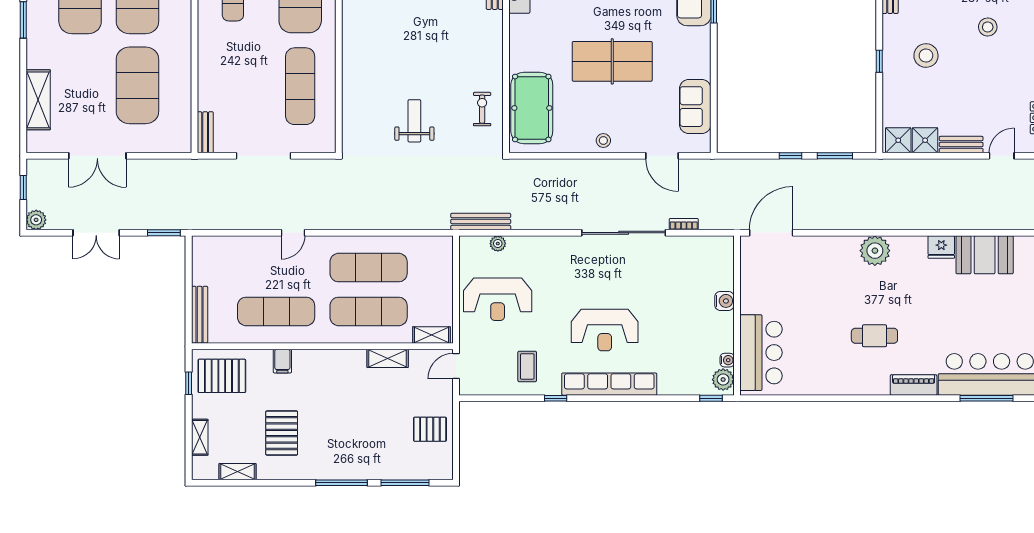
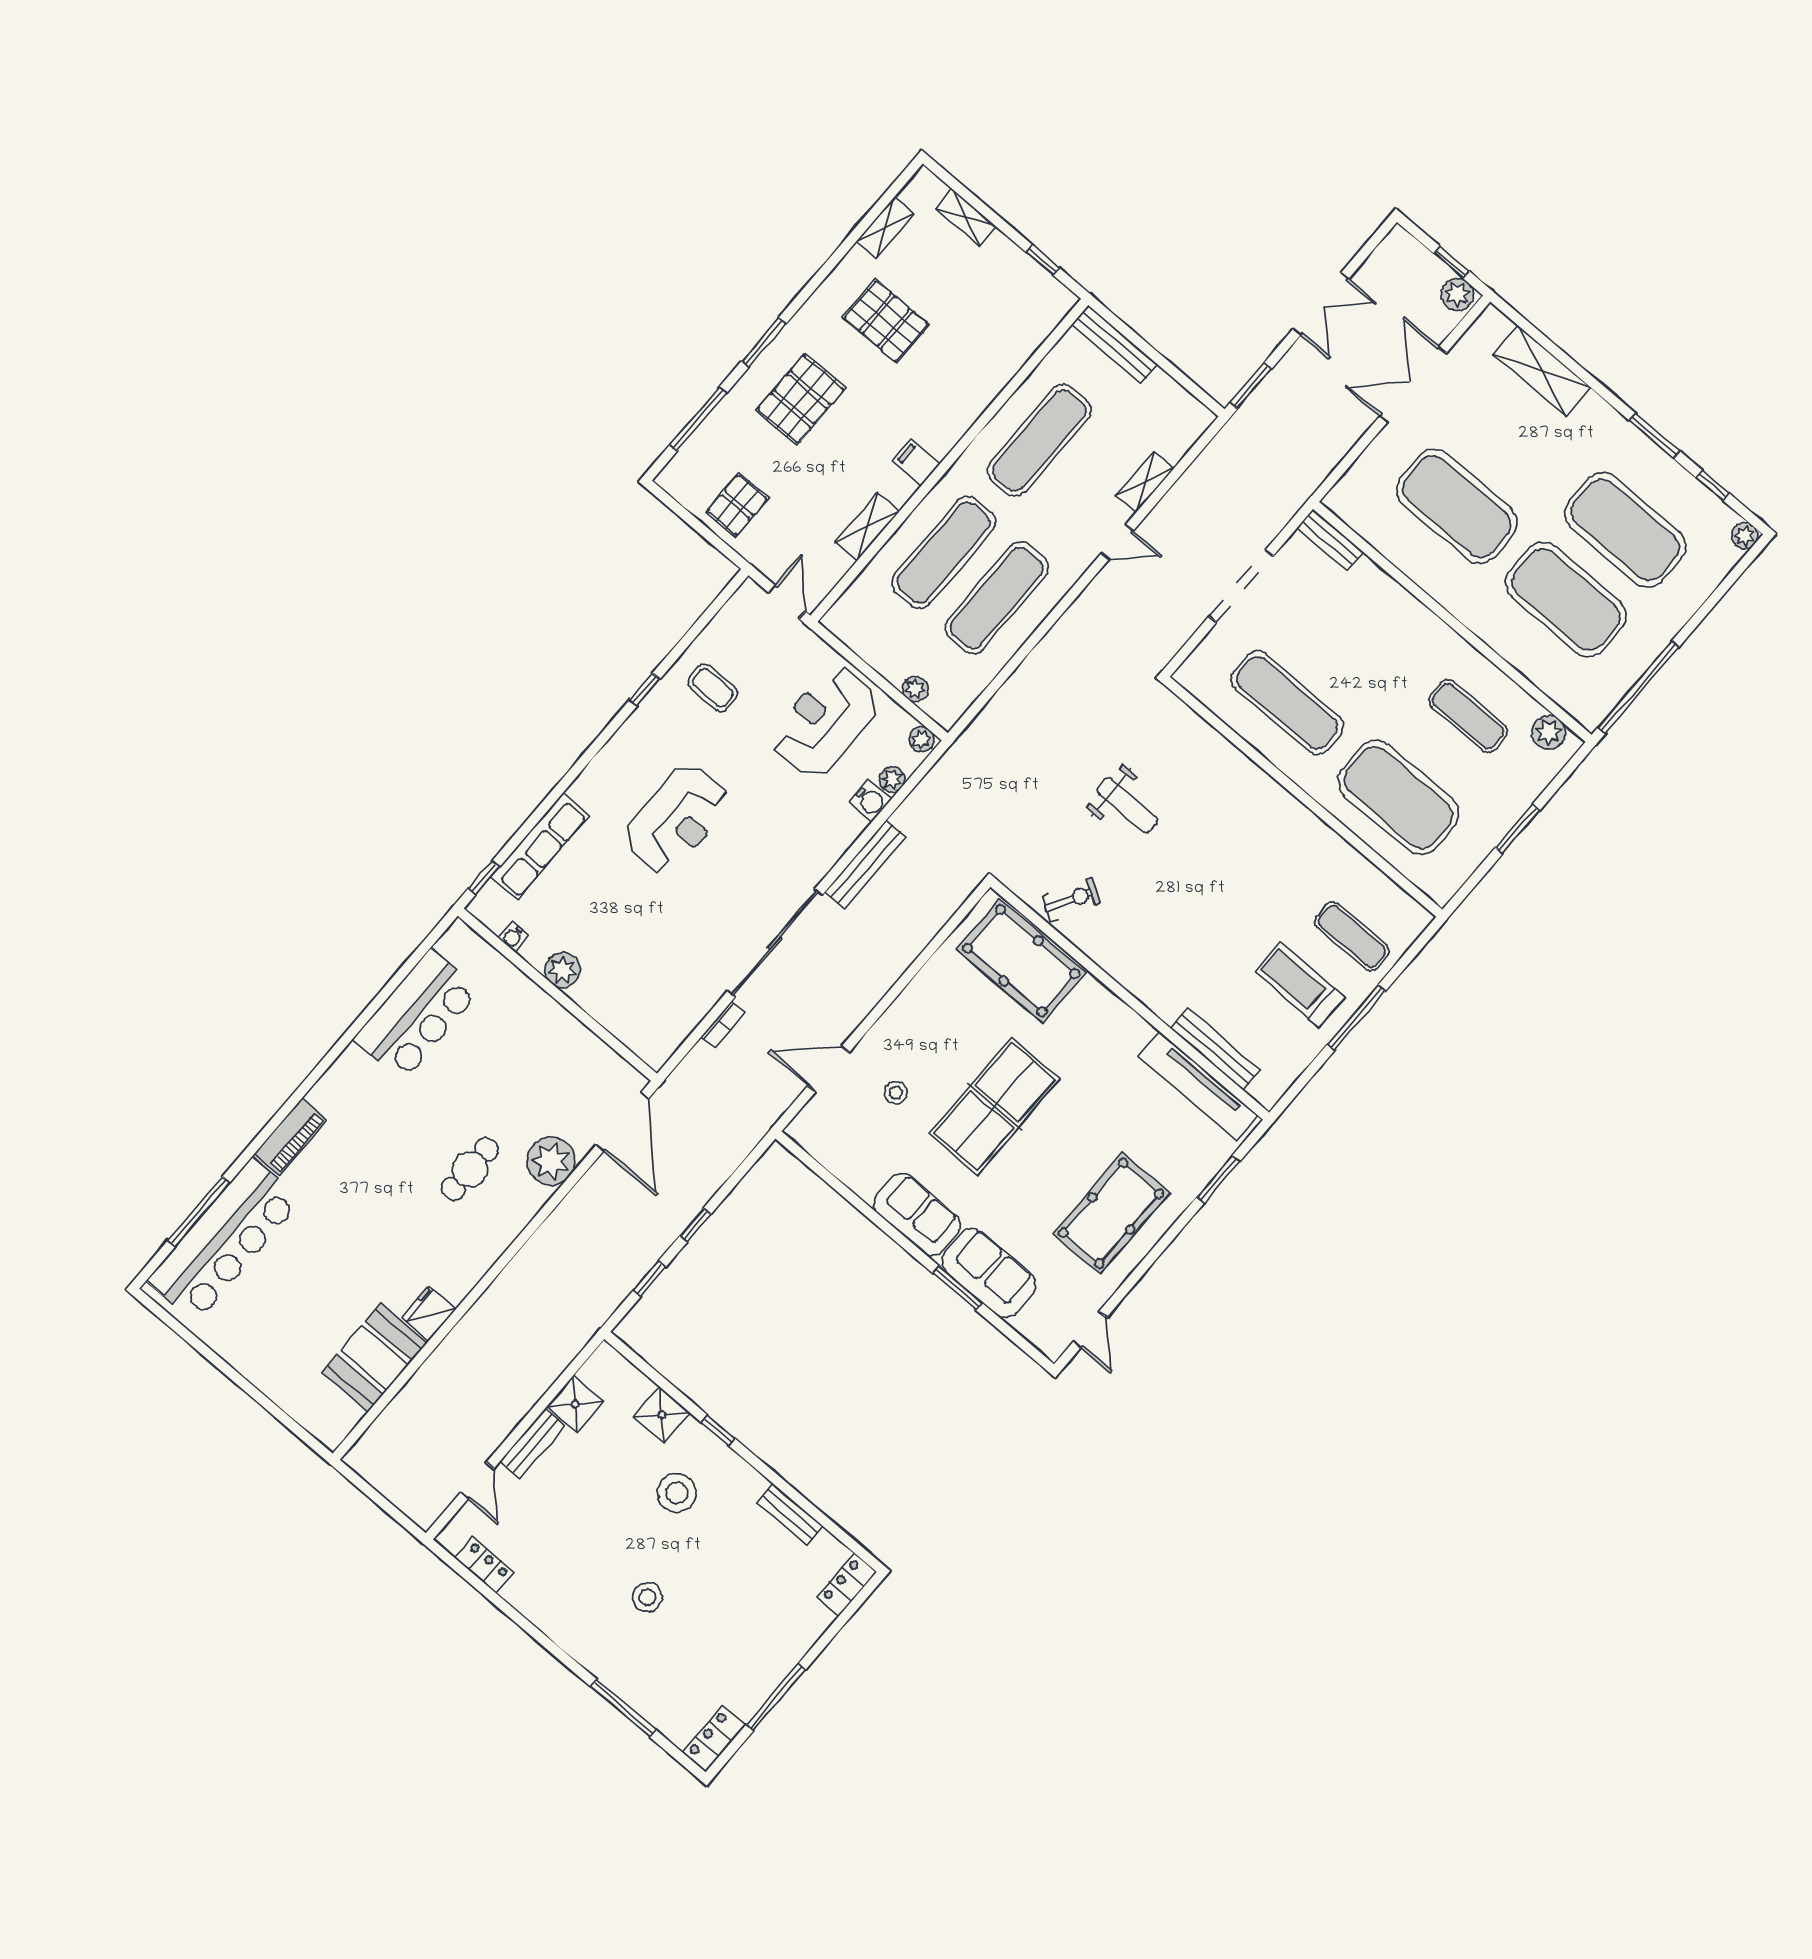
sofa: (695, 107) -> (917, 1214), moved
exercise bike: (482, 109) -> (1071, 899), turned -61
shower: (898, 140) -> (662, 1415), moved
stool: (603, 141) -> (896, 1093), moved
window: (835, 156) -> (650, 1279), width x0.67
plant: (36, 220) -> (1457, 294), moved
bench: (481, 221) -> (866, 864), moved
double door: (96, 233) -> (1321, 304), swing flipped
door: (293, 233) -> (1117, 542), swing flipped
plant: (467, 246) -> (922, 739), added
plant: (875, 251) -> (551, 1161), moved
plant: (445, 269) -> (915, 689), added
water cooler: (724, 301) -> (870, 801), moved, turned -90
reception desk: (605, 330) -> (677, 819), turned 180
shelving: (431, 335) -> (1145, 482), moved
cafe table: (874, 336) -> (470, 1169), moved
bar counter: (761, 353) -> (417, 1015), moved, turned -90
filing cabinet: (282, 361) -> (917, 462), moved
pallet: (222, 376) -> (801, 399), moved
plant: (723, 380) -> (563, 970), moved
row of seats: (609, 384) -> (540, 847), moved, width x0.73
window: (342, 483) -> (764, 342), width x0.69

